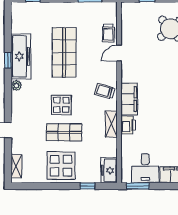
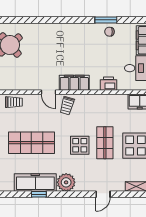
door: (119, 53) -> (49, 92), moved
plant: (16, 85) -> (66, 182), width x1.88, depth x1.88
shelving: (111, 124) -> (97, 99), removed
printer: (128, 125) -> (108, 84), moved

